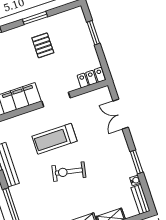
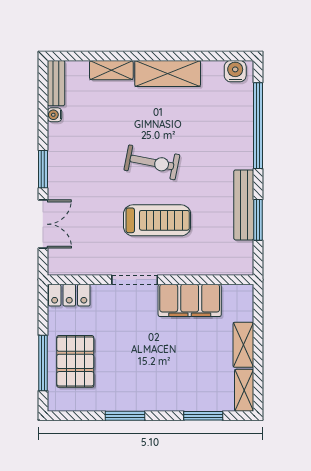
window: (93, 33) -> (43, 363), width x1.44
pallet: (43, 45) -> (75, 361), moved, width x1.50, depth x1.42
window: (137, 162) -> (43, 169), moved

